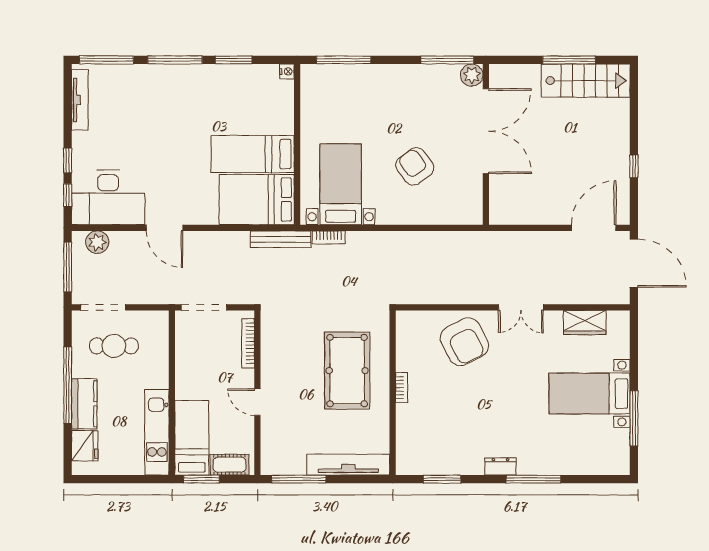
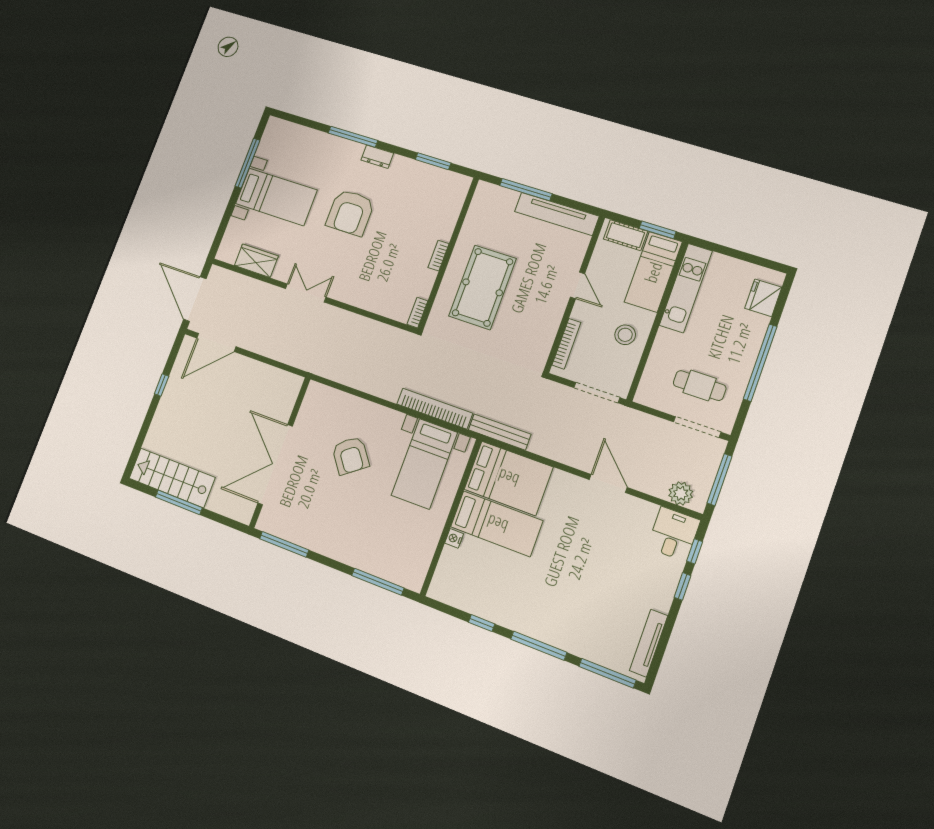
window: (234, 60) -> (482, 623), width x0.67
nightstand: (287, 72) -> (454, 538), moved
plant: (472, 75) -> (268, 522), removed
desk: (108, 198) -> (674, 534), width x0.53, depth x0.77
bookcase: (329, 237) -> (435, 409), width x2.31, depth x1.31
bookcase: (401, 325) -> (417, 313), added
armchair: (464, 342) -> (350, 213), moved, turned -153
stool: (197, 370) -> (625, 335), added
kitchen counter: (84, 404) -> (750, 339), removed
tv unit: (348, 465) -> (557, 214), moved
window: (299, 479) -> (526, 190), moved

